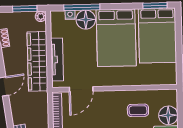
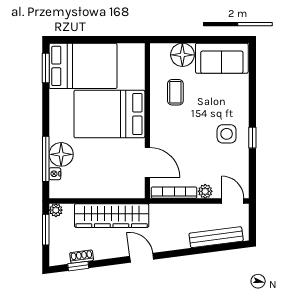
bed: (116, 38) -> (109, 114), moved, turned 180
tv unit: (57, 59) -> (110, 191), removed

